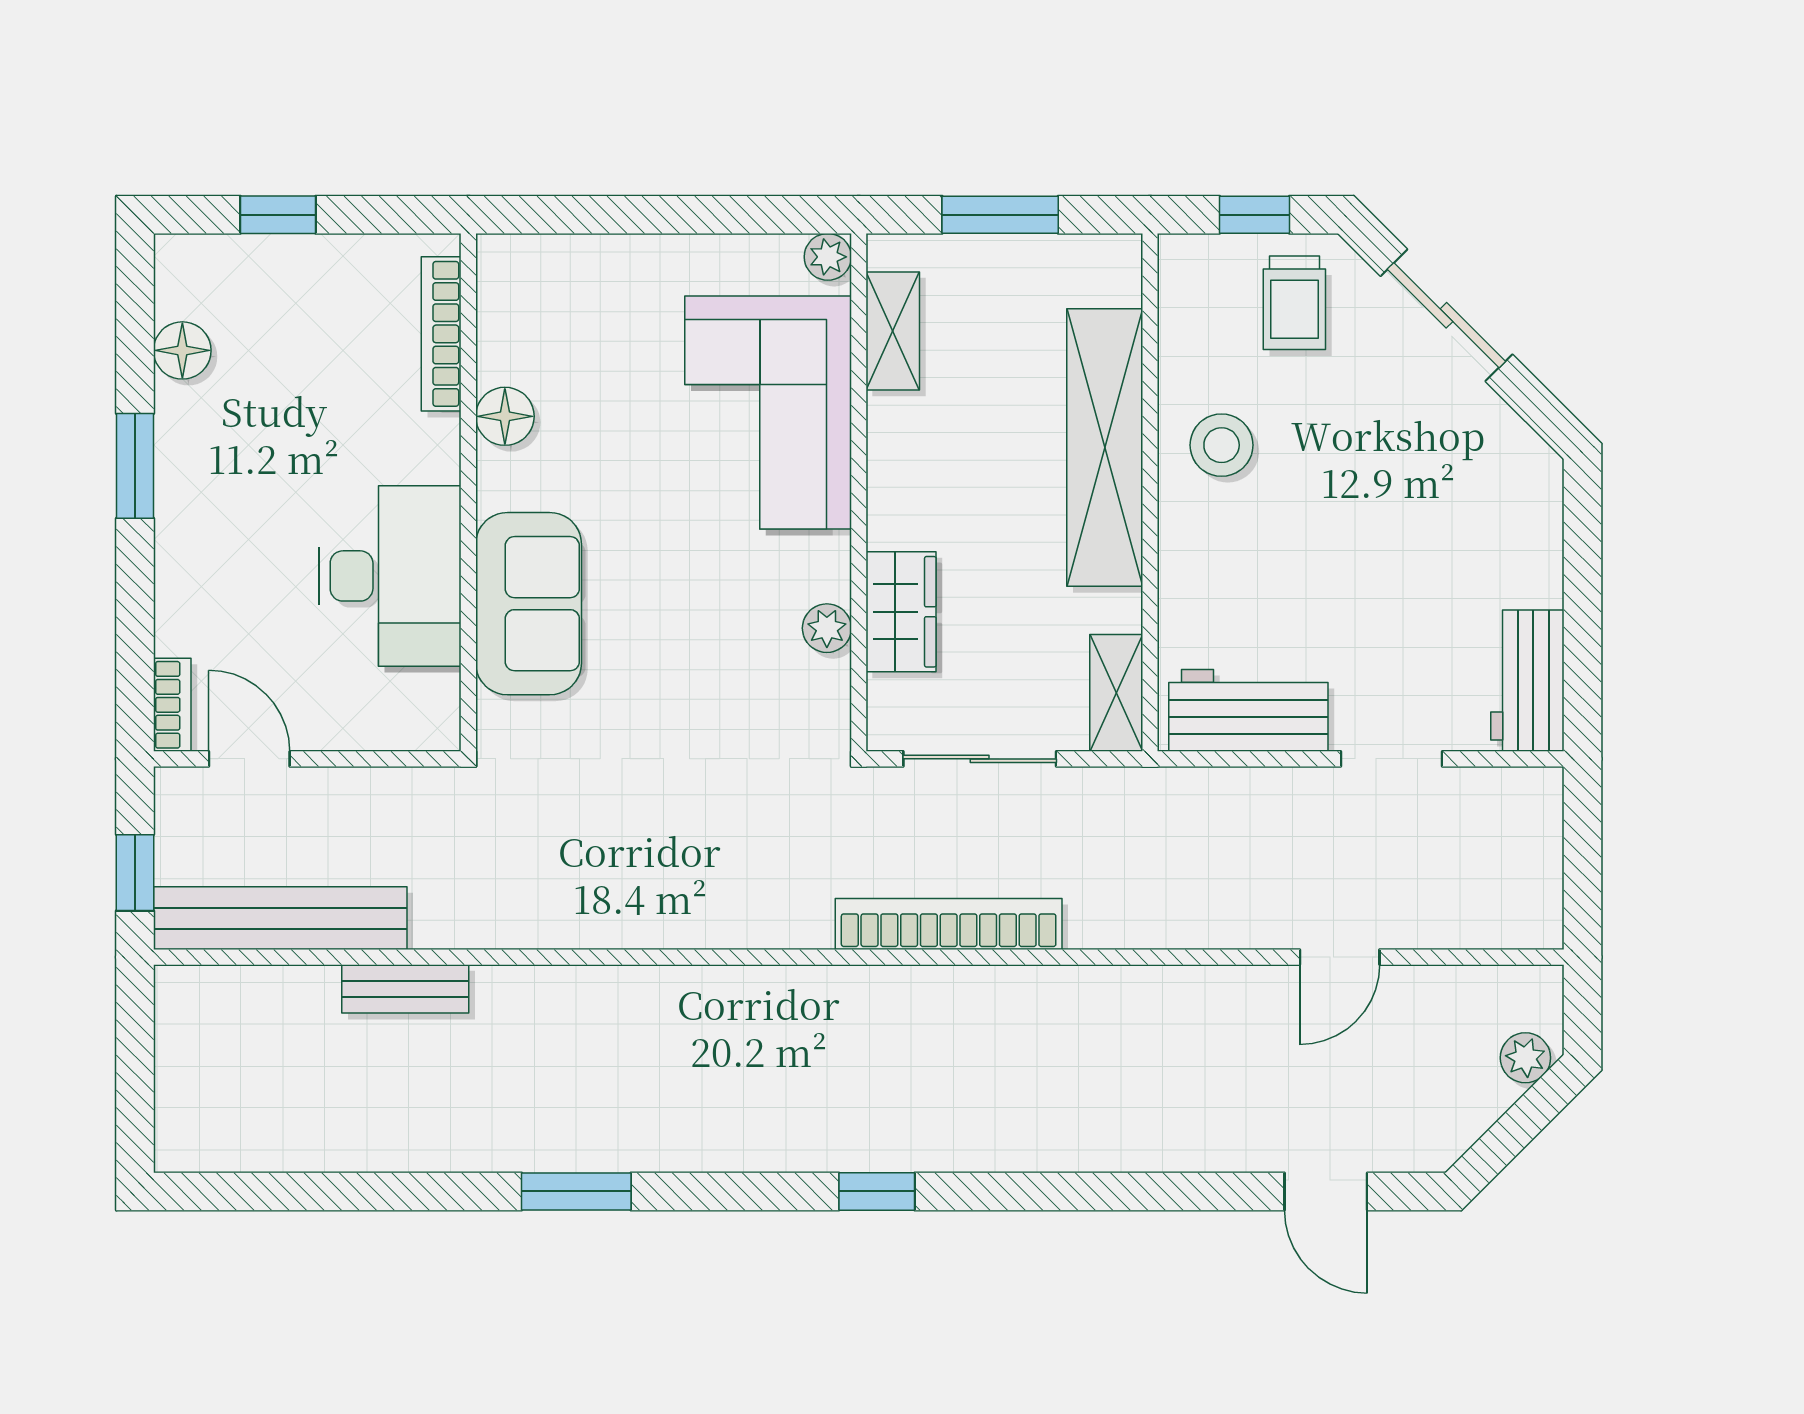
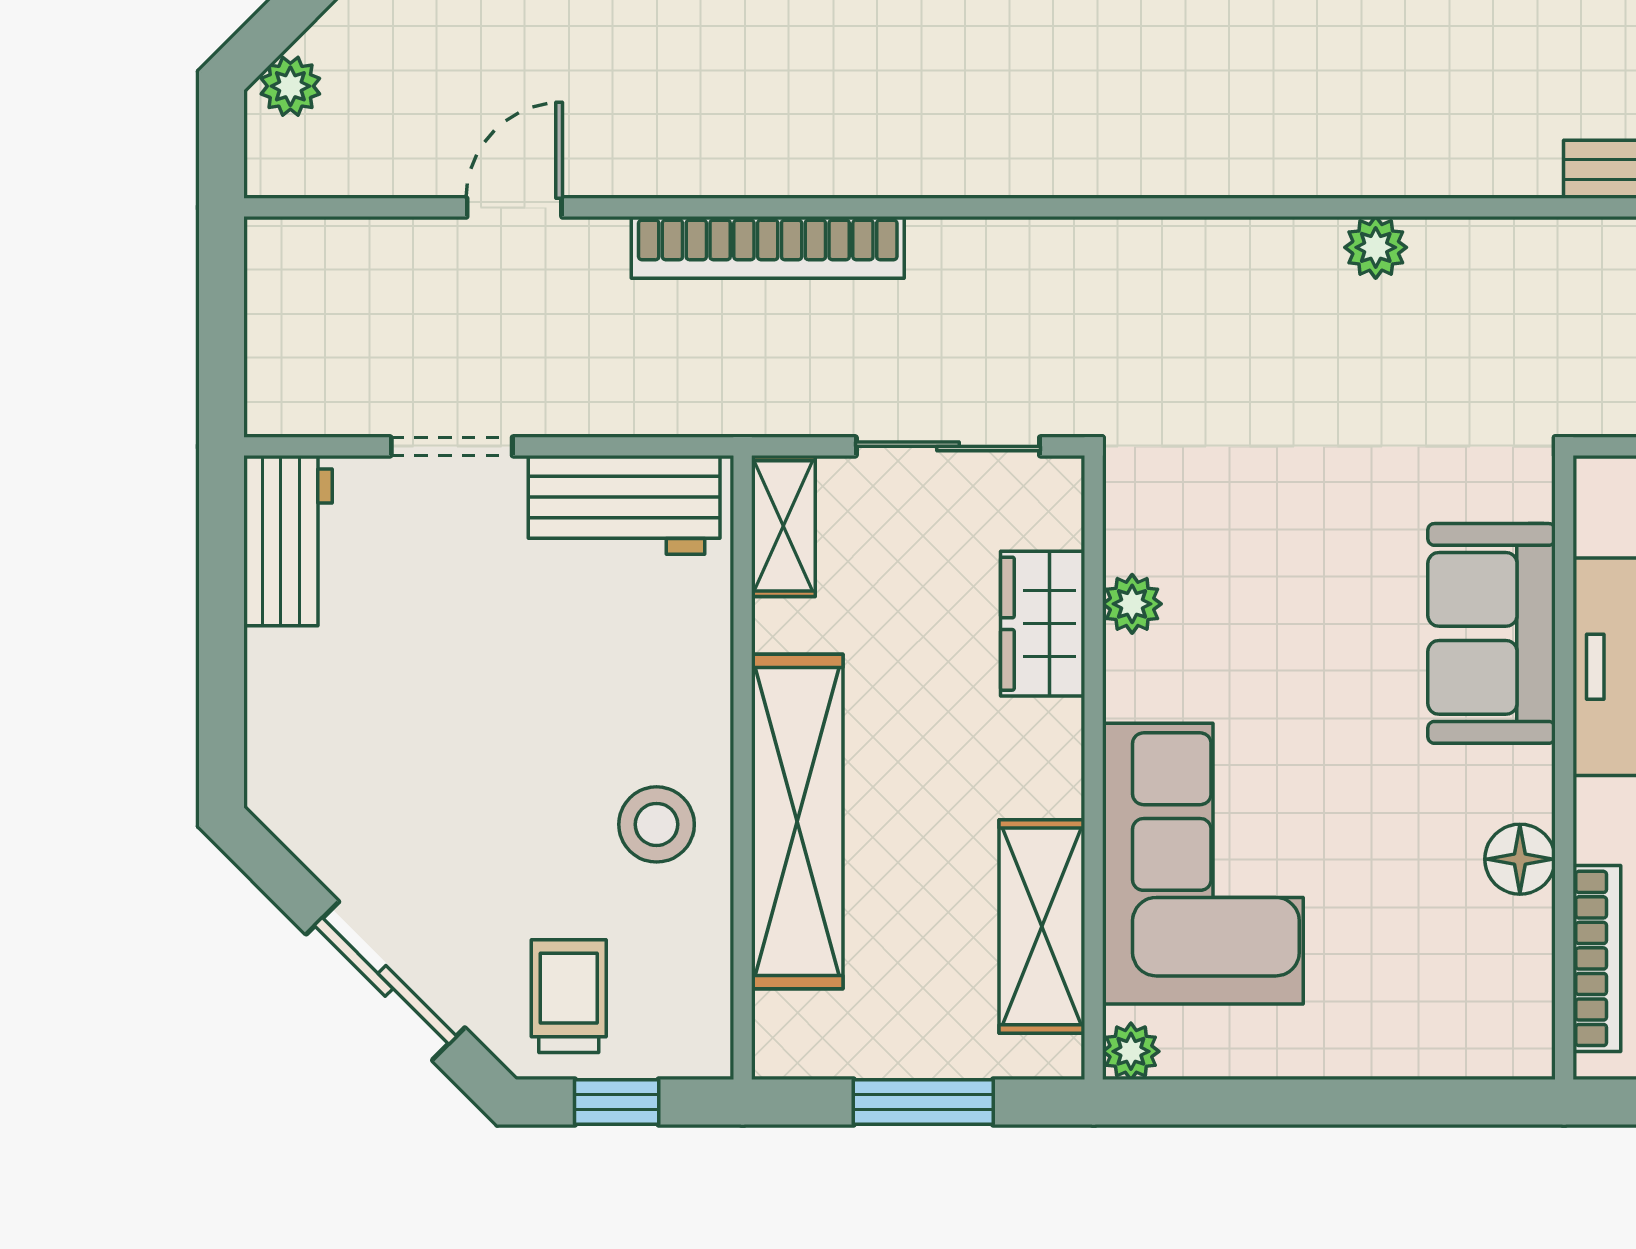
shelving: (893, 331) -> (1042, 926), width x1.50, depth x1.33
plant: (625, 924) -> (1376, 247), added
bookcase: (949, 924) -> (768, 247), moved

